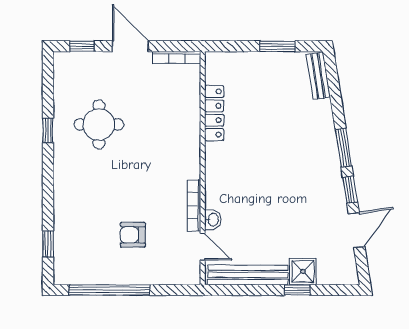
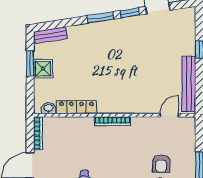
bookcase: (194, 206) -> (112, 121), moved
washbasin: (213, 220) -> (48, 108), moved
shower: (303, 271) -> (43, 69), moved

